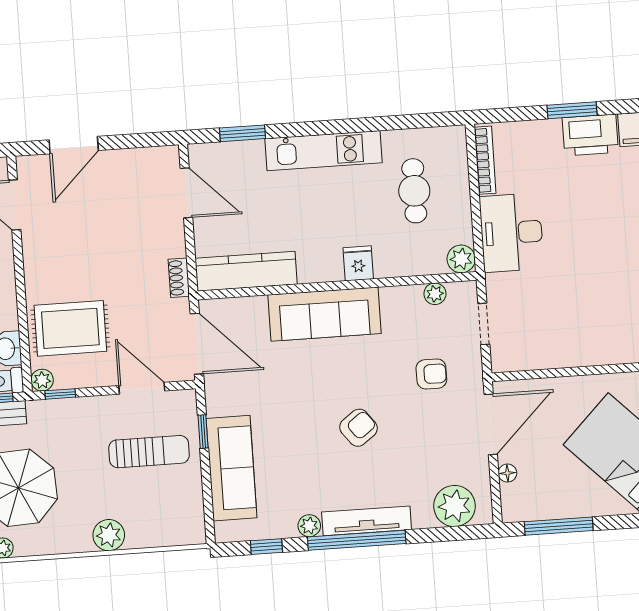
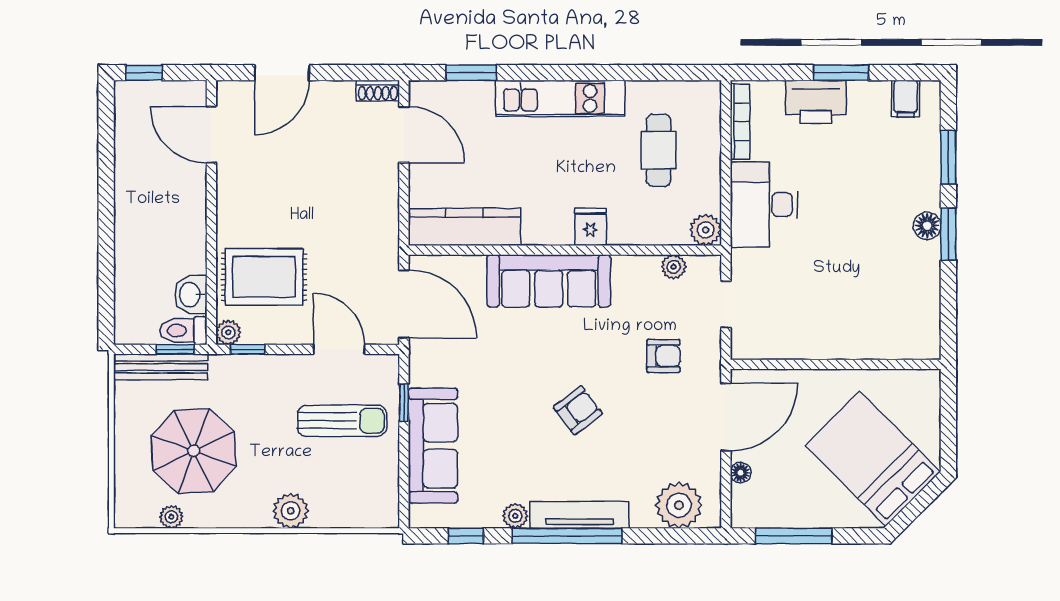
printer: (590, 135) -> (816, 102), moved
shoe rack: (179, 278) -> (378, 91), moved, turned -90

